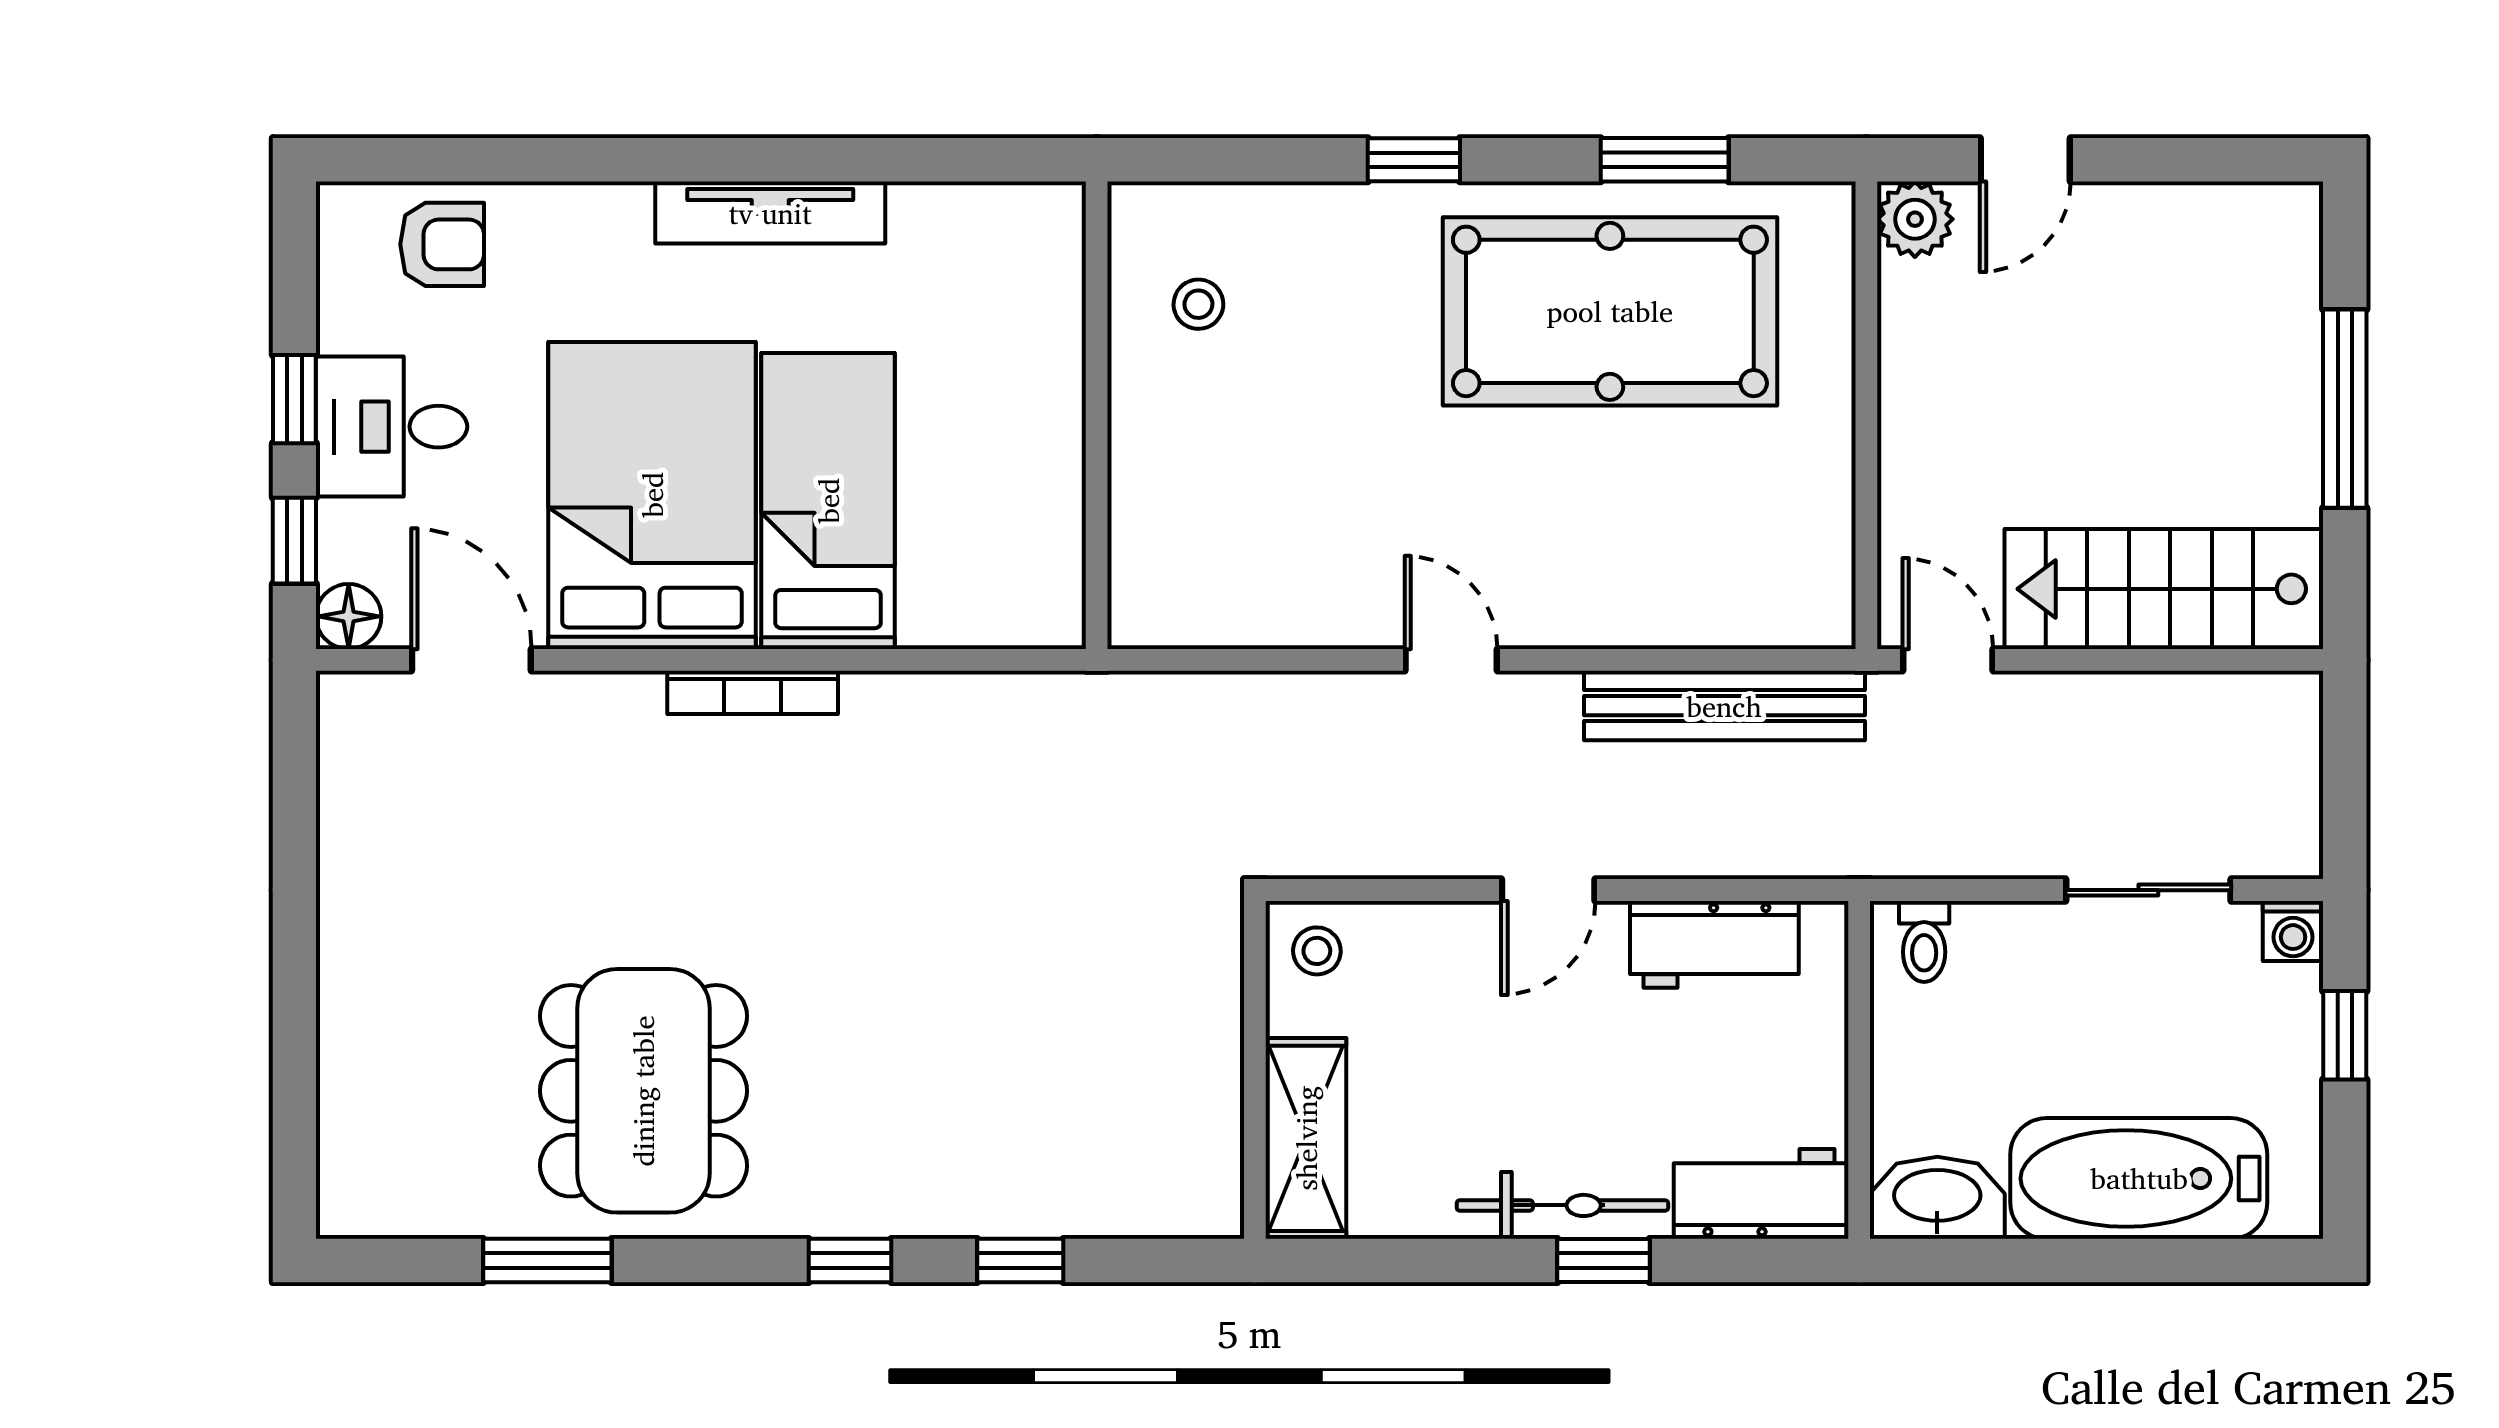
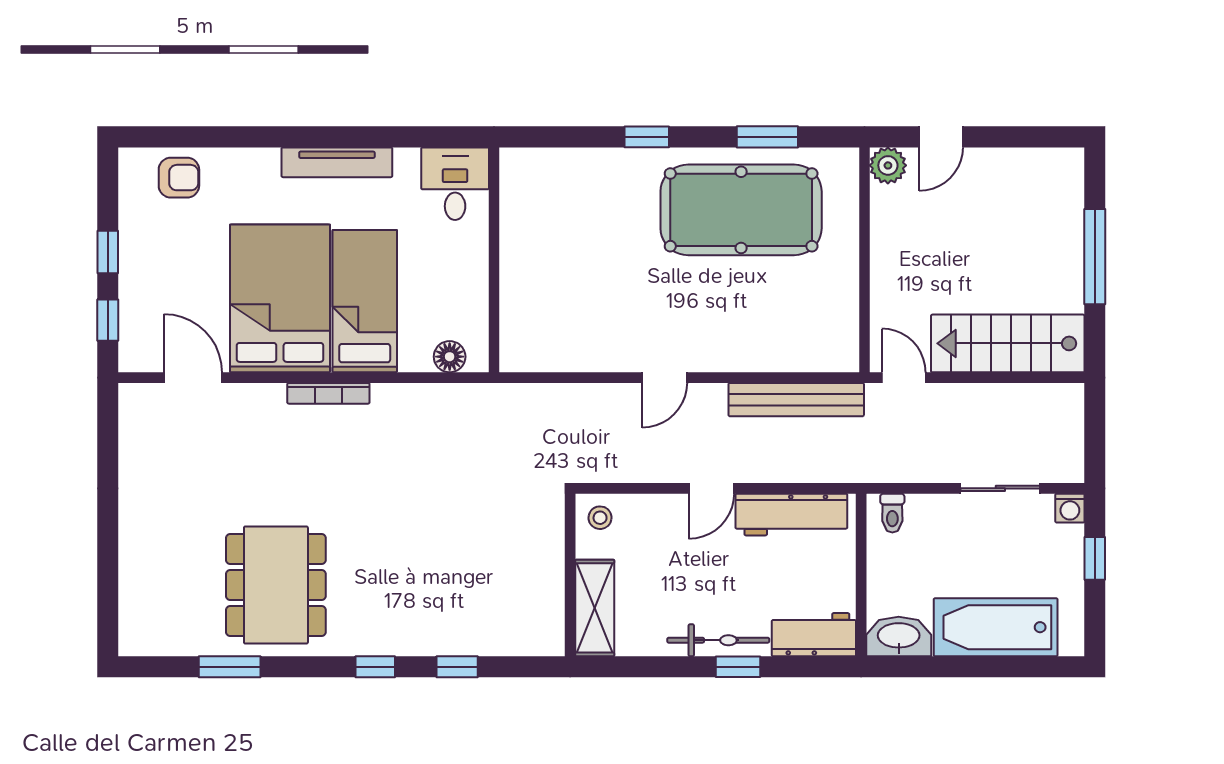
stool: (1198, 304) -> (543, 206), removed
desk: (392, 427) -> (455, 184), moved, turned 90
floor lamp: (349, 616) -> (450, 357), moved
door: (1451, 660) -> (665, 378), swing flipped
workbench: (1714, 944) -> (791, 515), width x1.38

